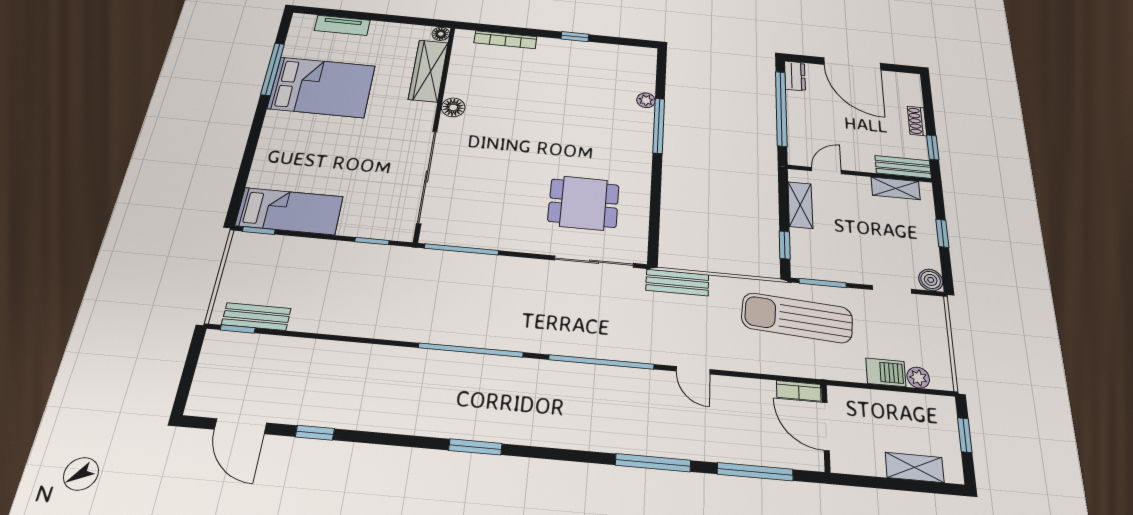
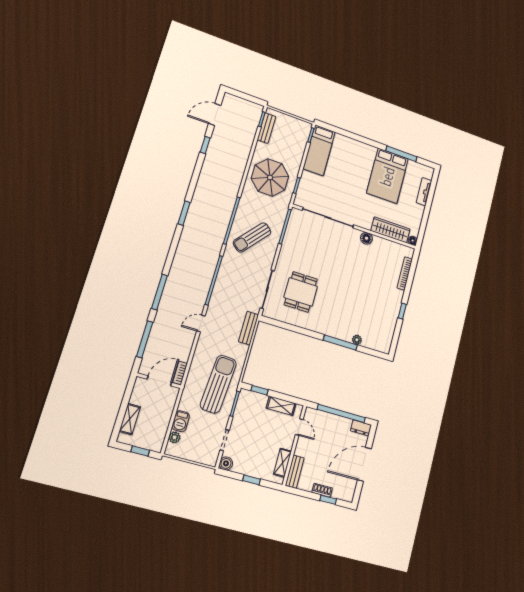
window: (933, 147) -> (328, 500), moved
parasol: (364, 293) -> (270, 177), added
sun lounger: (497, 306) -> (252, 237), added

